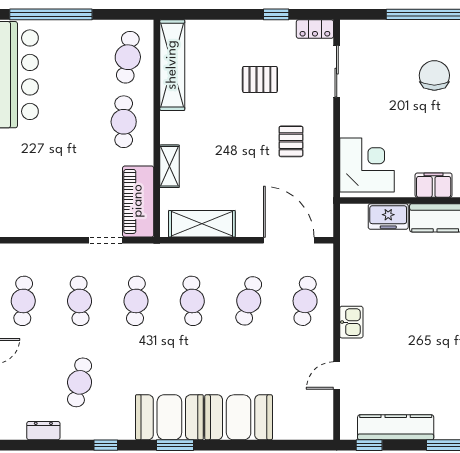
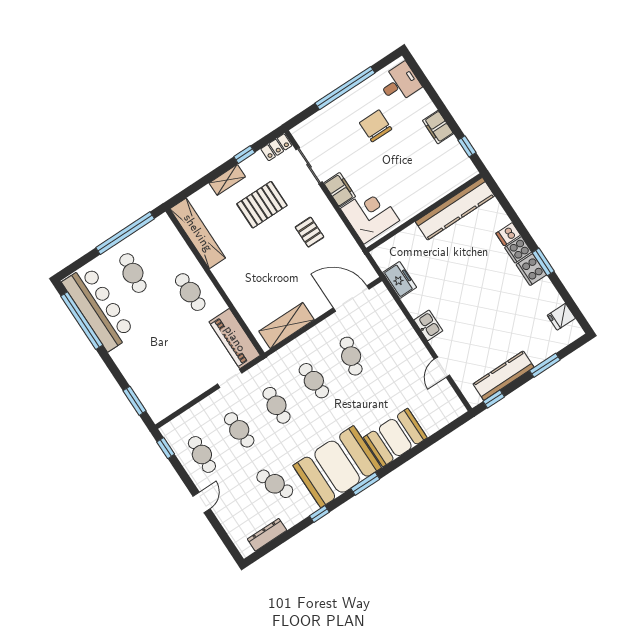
window: (51, 14) -> (125, 233), moved
cafe table: (128, 57) -> (133, 273), moved
pallet: (260, 79) -> (262, 205), width x1.50, depth x1.42
shelving: (170, 166) -> (227, 180), moved, turned 90
filing cabinet: (434, 185) -> (340, 190), moved, turned 90
freezer: (388, 217) -> (400, 280), moved, turned -90
cafe table: (305, 301) -> (388, 332), removed
cafe table: (80, 382) -> (275, 484), turned -36
booth: (169, 417) -> (337, 467), width x1.36, depth x1.42
dresser: (43, 431) -> (267, 535), width x1.44

